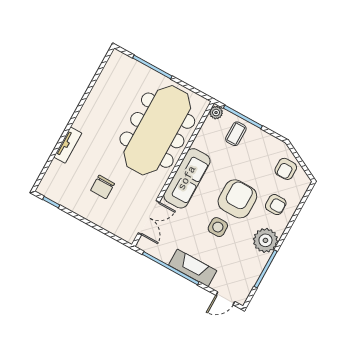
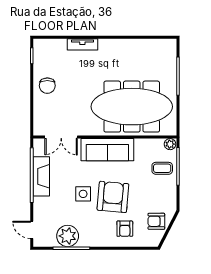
chair: (103, 187) -> (47, 86), moved, turned -90
armchair: (237, 199) -> (113, 197), turned -85
plant: (265, 240) -> (68, 236), moved
fireplace: (193, 268) -> (41, 176), moved

